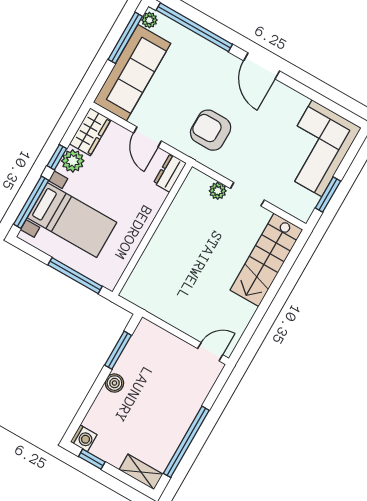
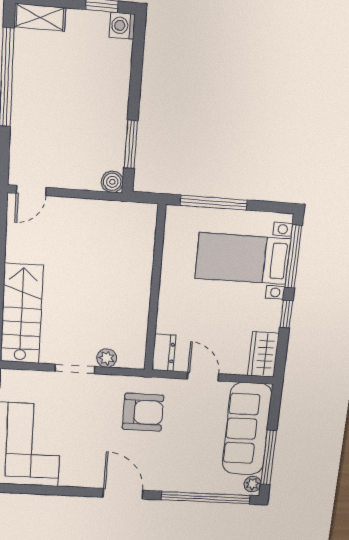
plant: (73, 161) -> (268, 318), removed
boiler: (114, 383) -> (112, 182), moved

